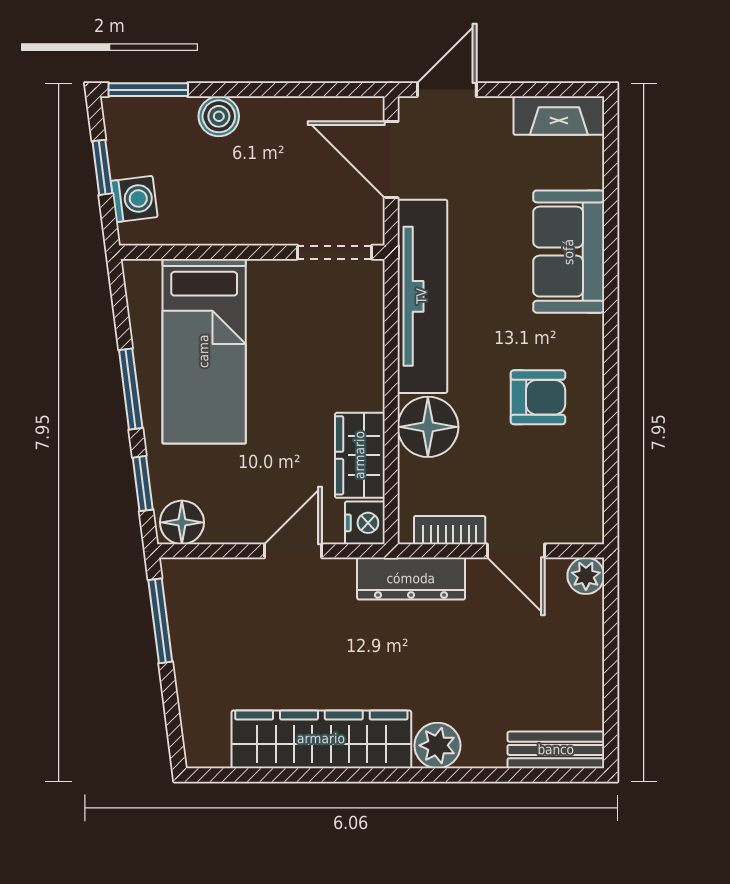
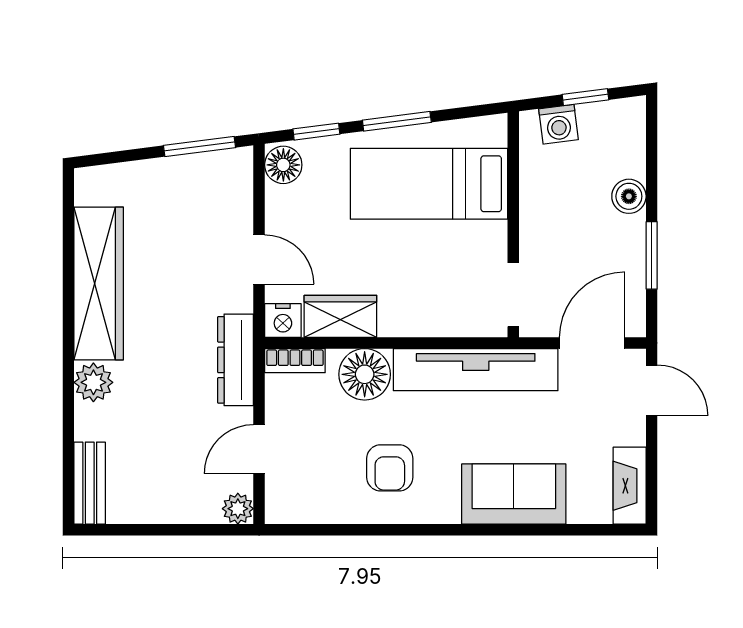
window: (148, 90) -> (652, 255), moved
bookcase: (450, 530) -> (295, 361), moved, turned 90

